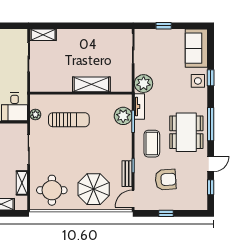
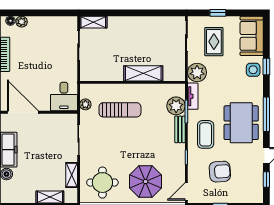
rug: (160, 54) -> (214, 42), added
bench: (127, 174) -> (180, 129), moved

